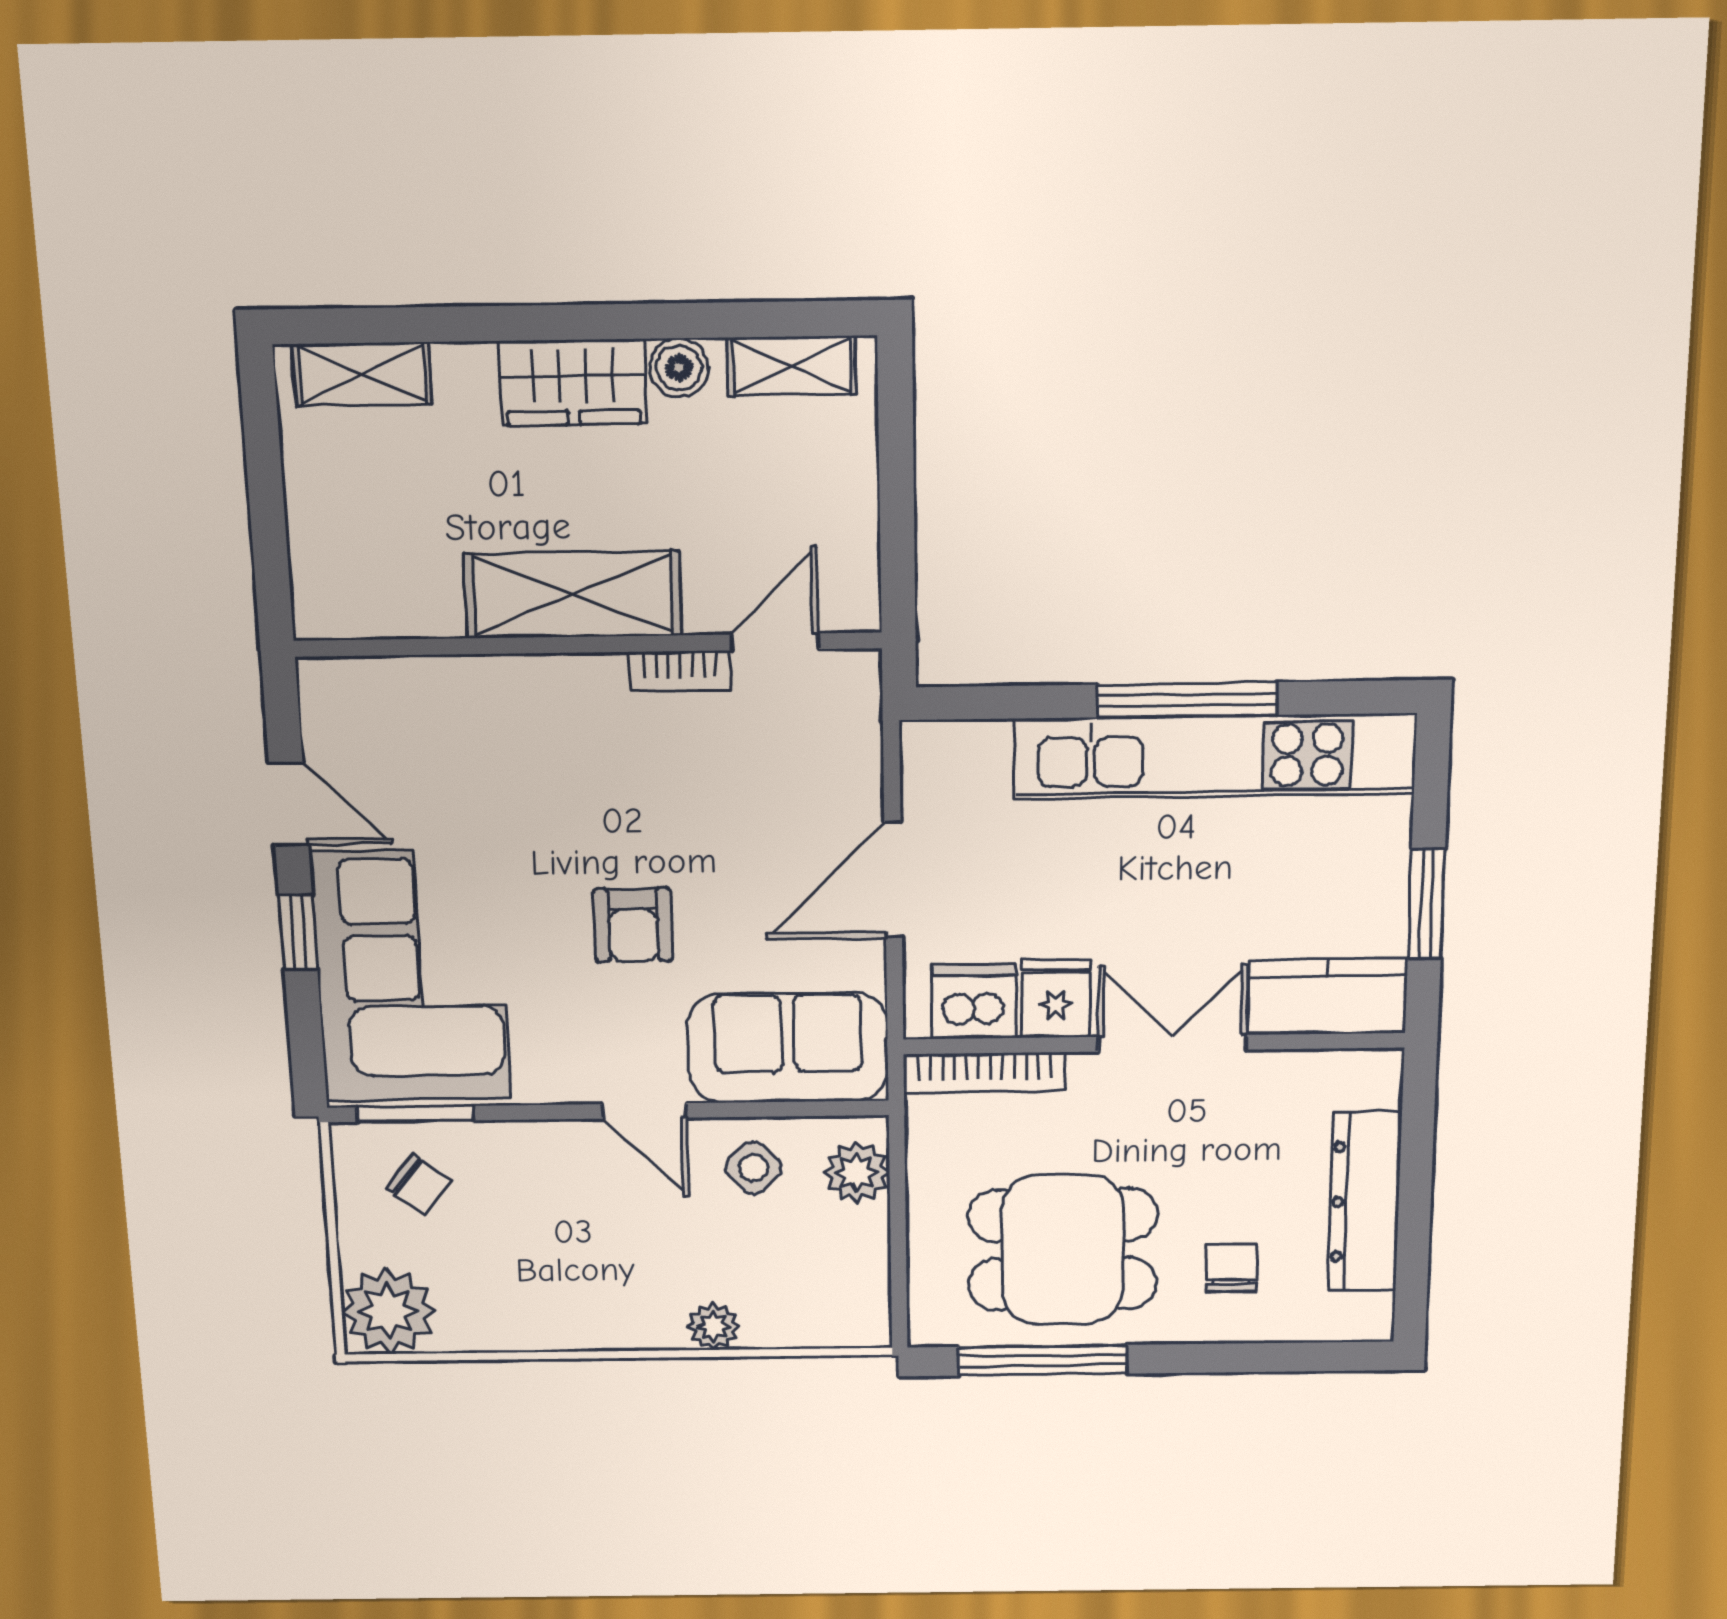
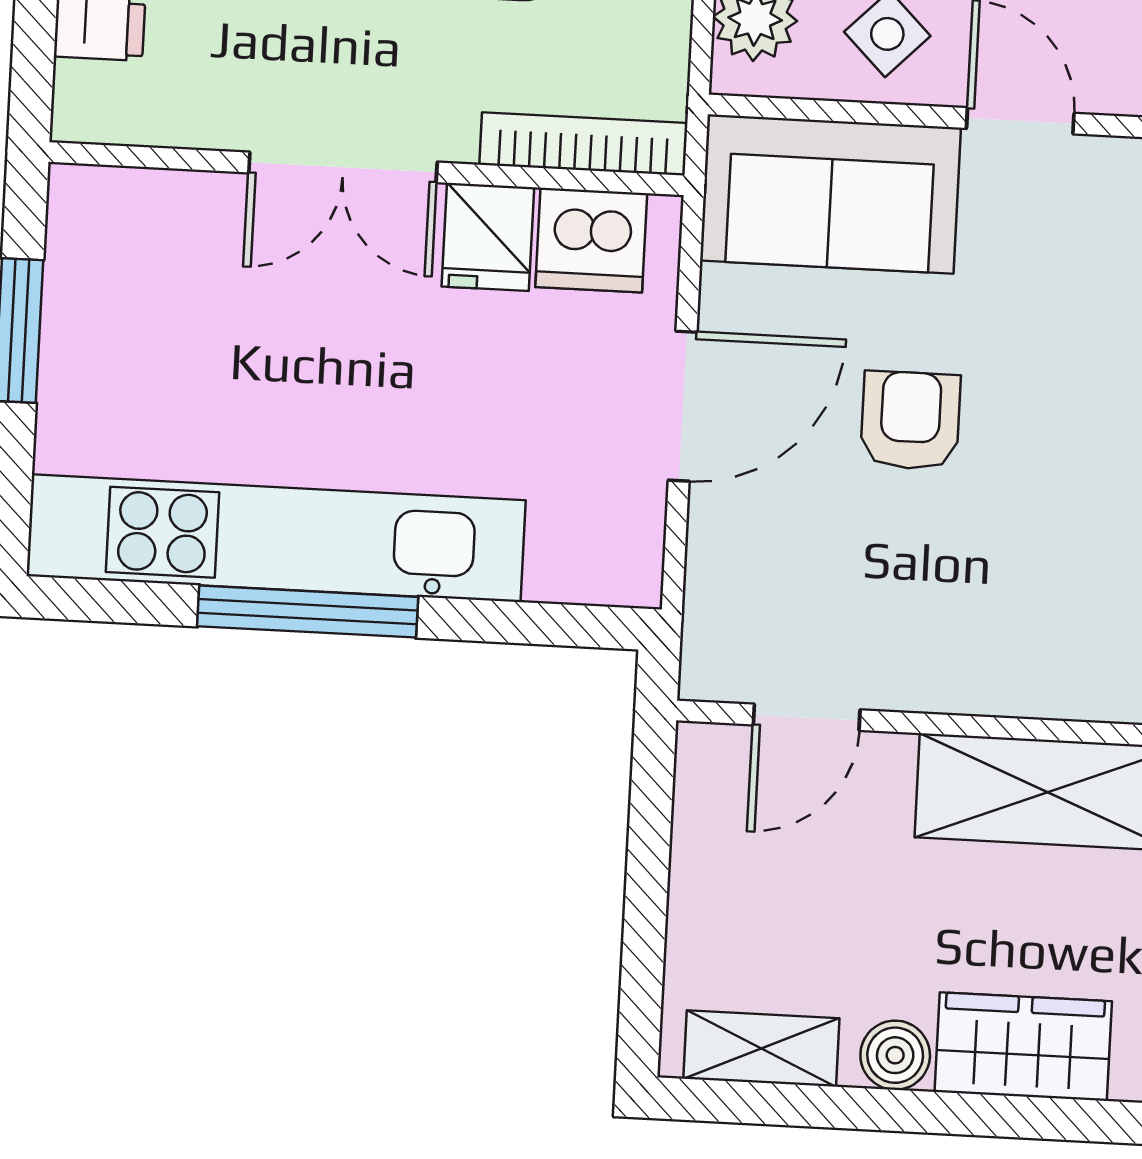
bookcase: (680, 671) -> (925, 689), removed
armchair: (633, 925) -> (910, 421), moved
kitchen counter: (1327, 996) -> (145, 217), removed

